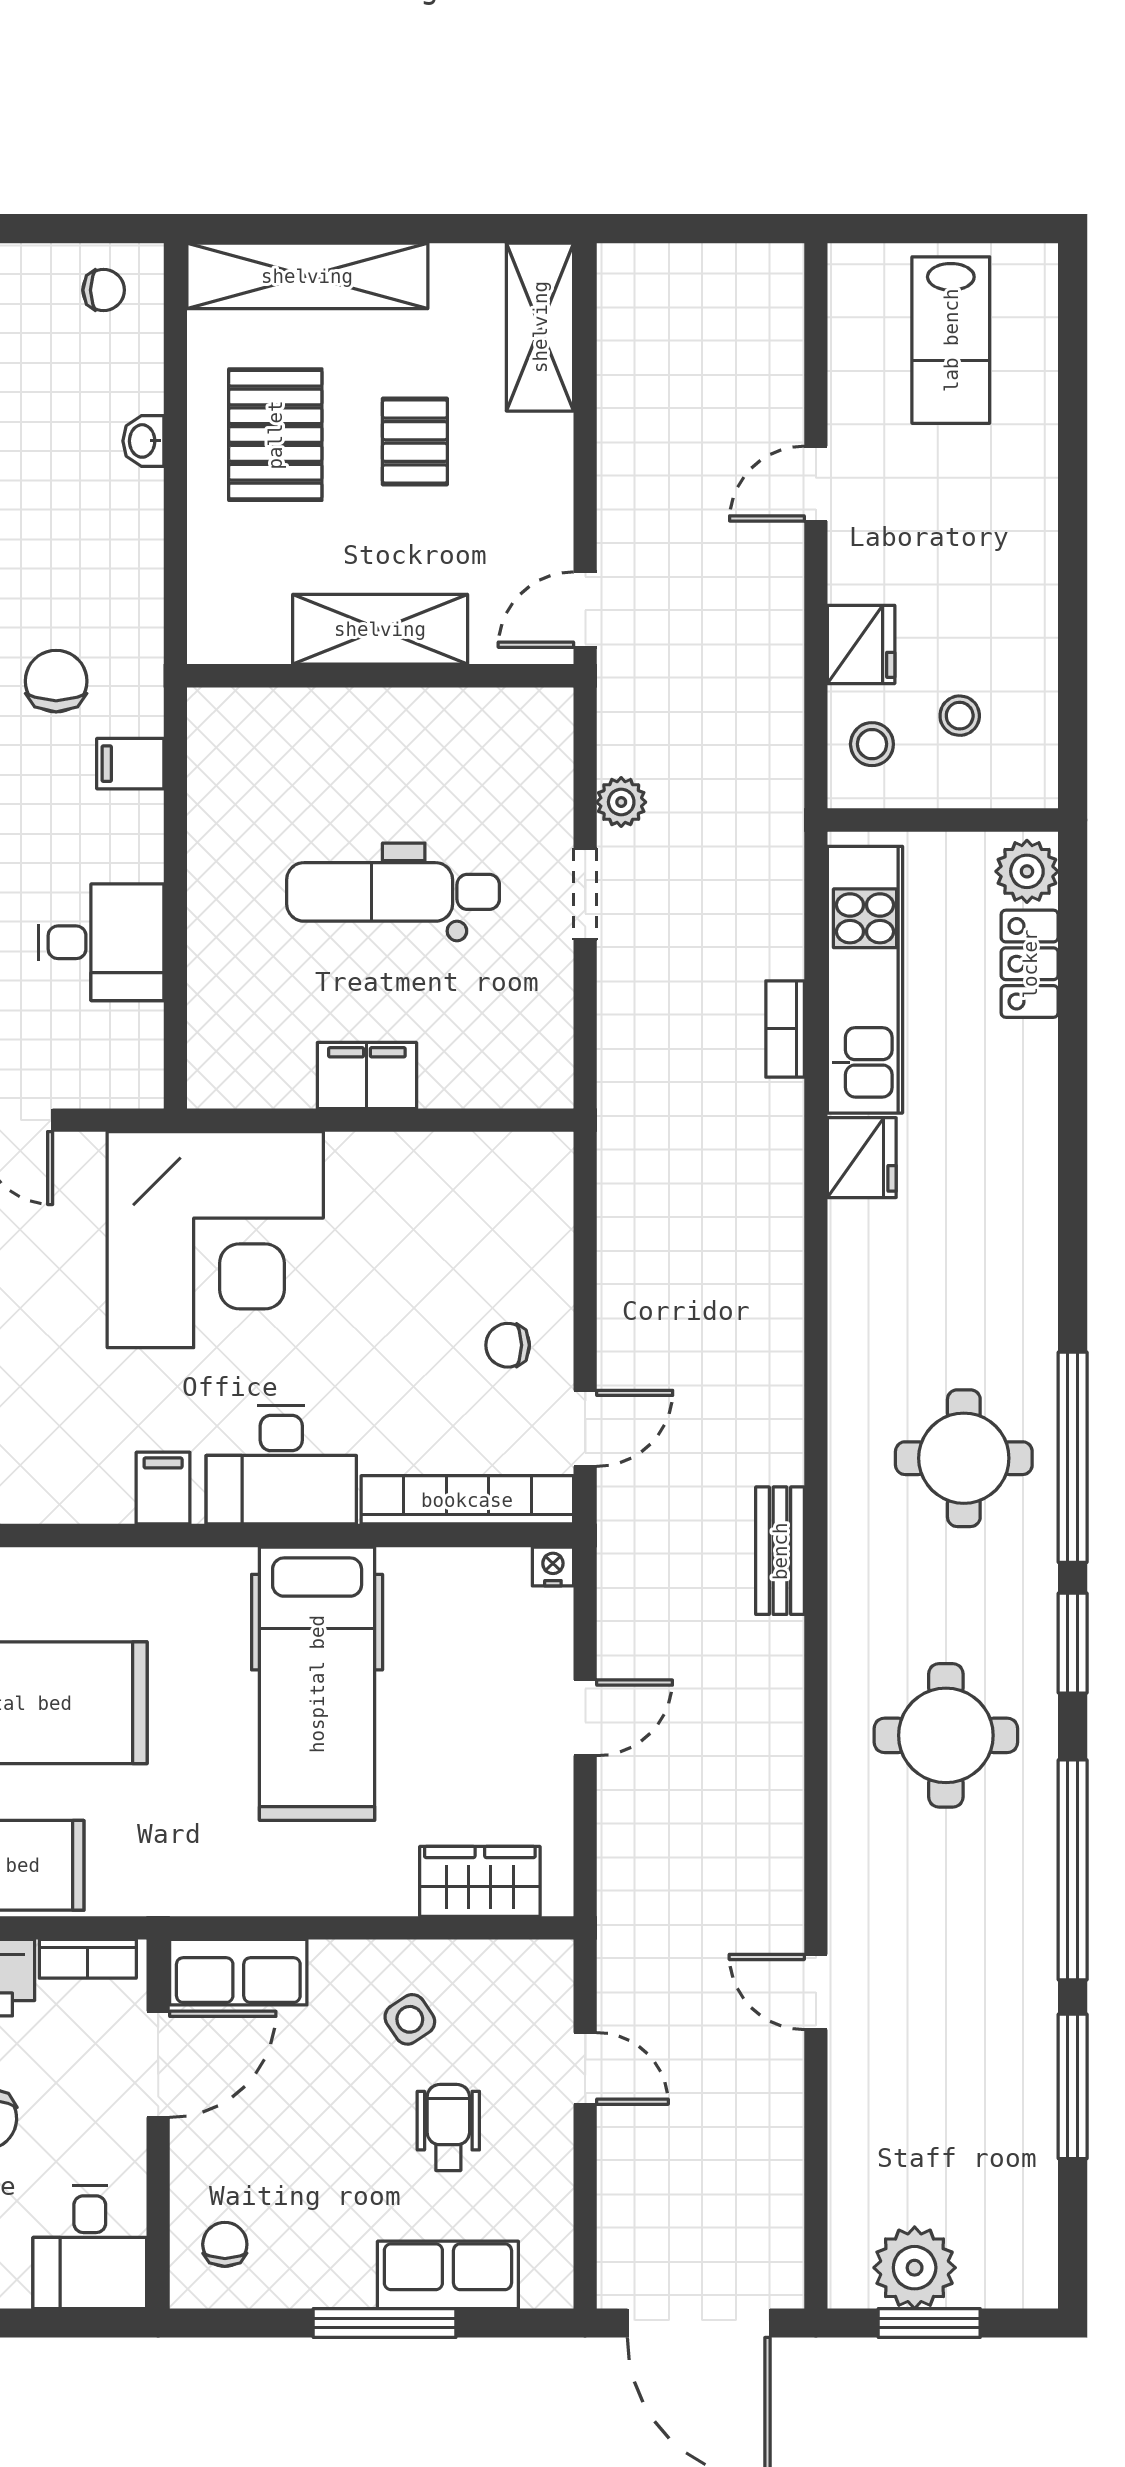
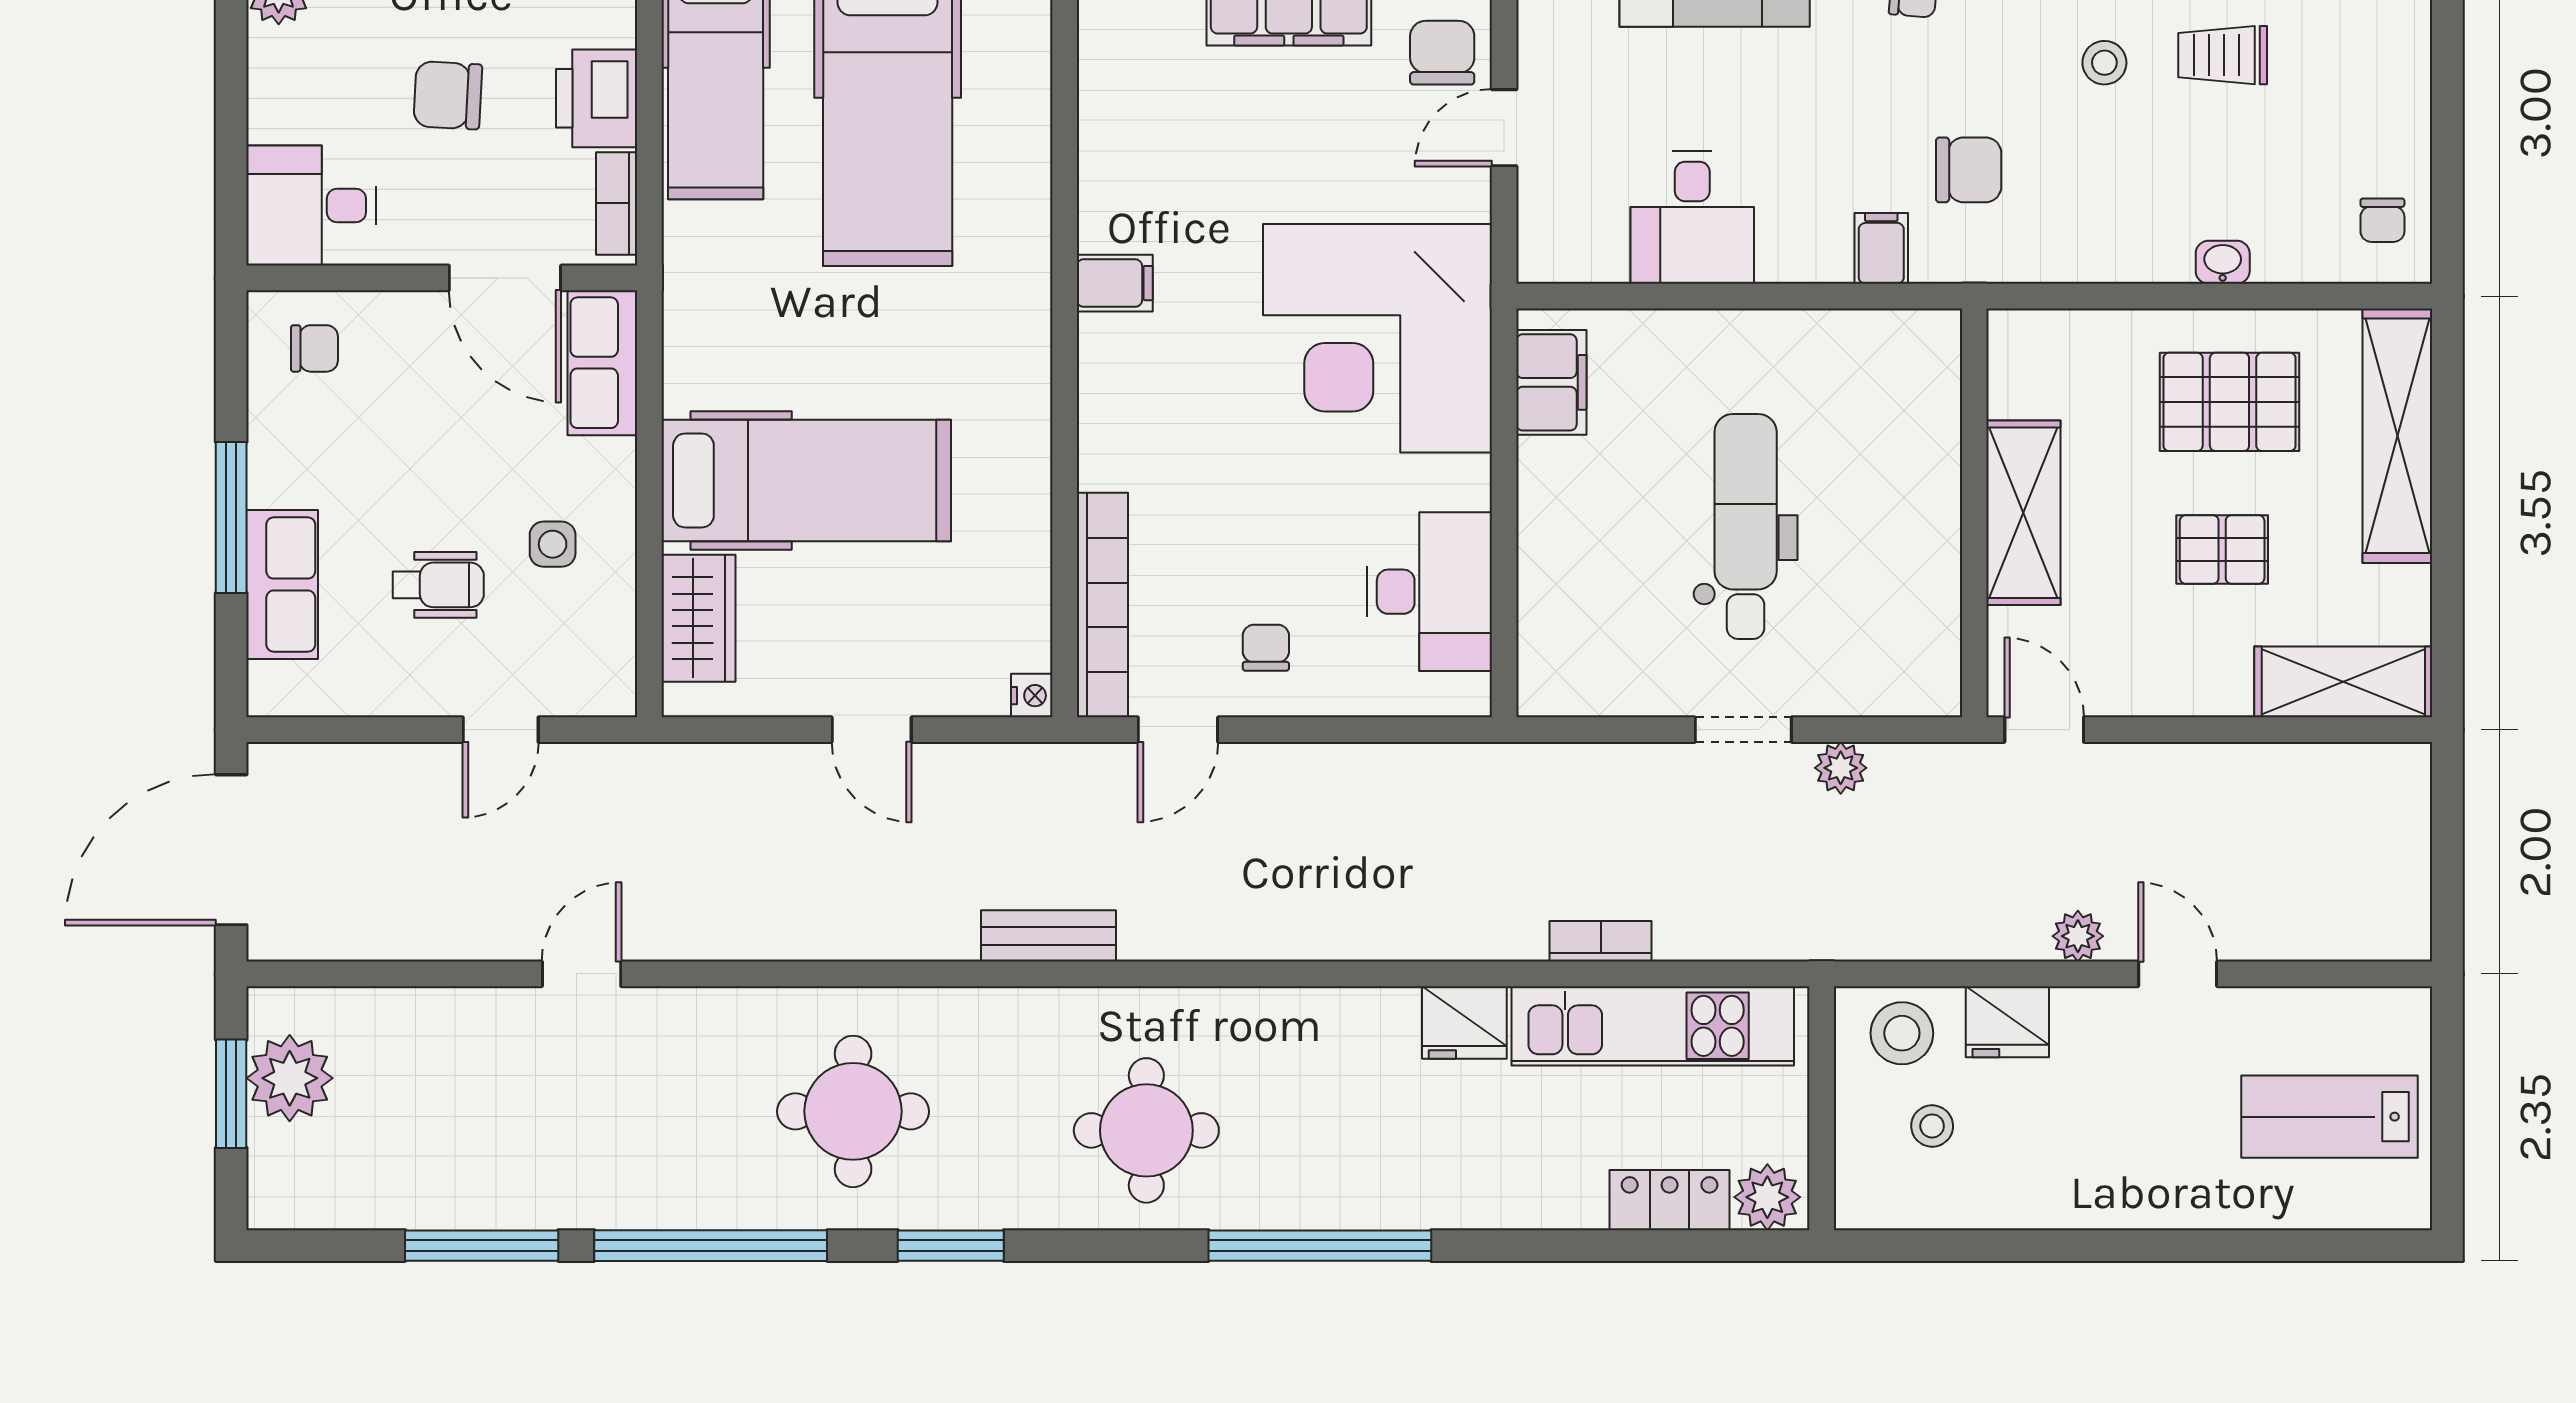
plant: (780, 578) -> (2078, 936), added
stool: (872, 744) -> (1902, 1033), width x1.37, depth x1.37
filing cabinet: (367, 1075) -> (1551, 382), moved
door: (585, 1428) -> (1178, 730), hinge flipped
window: (1073, 1457) -> (1320, 1246), moved
desk: (281, 1465) -> (1429, 592), moved, turned 180
hospital bed: (317, 1684) -> (806, 480), moved, turned 180
side table: (410, 2019) -> (553, 544), turned 34

